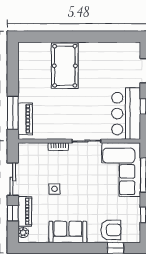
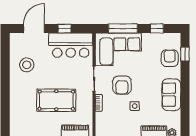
stool: (103, 62) -> (27, 65), added
pool table: (65, 66) -> (56, 100), moved
armchair: (79, 174) -> (122, 85), added

